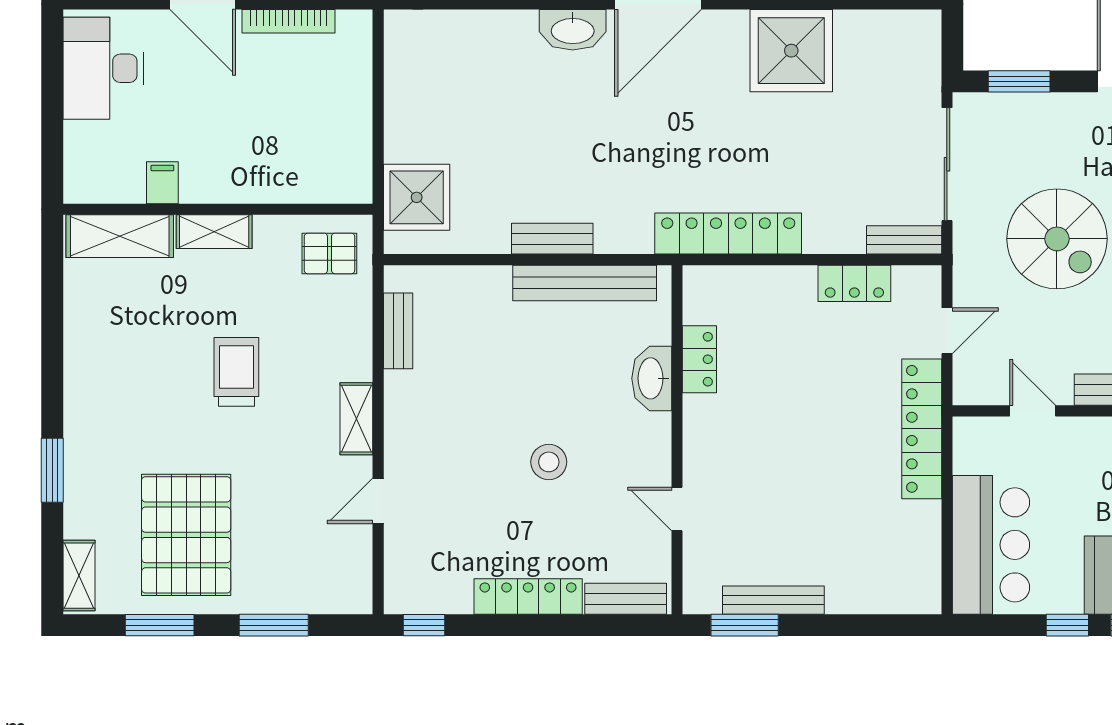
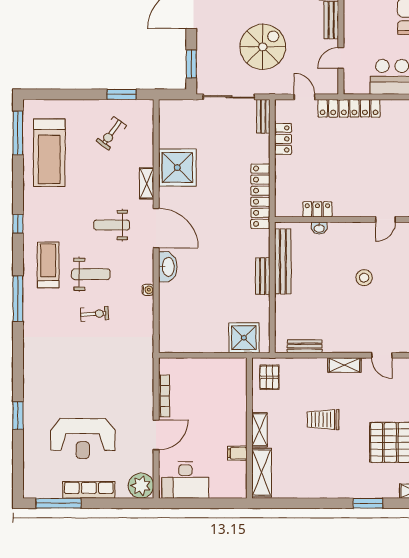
washbasin: (652, 378) -> (319, 228), width x0.52, depth x0.69

